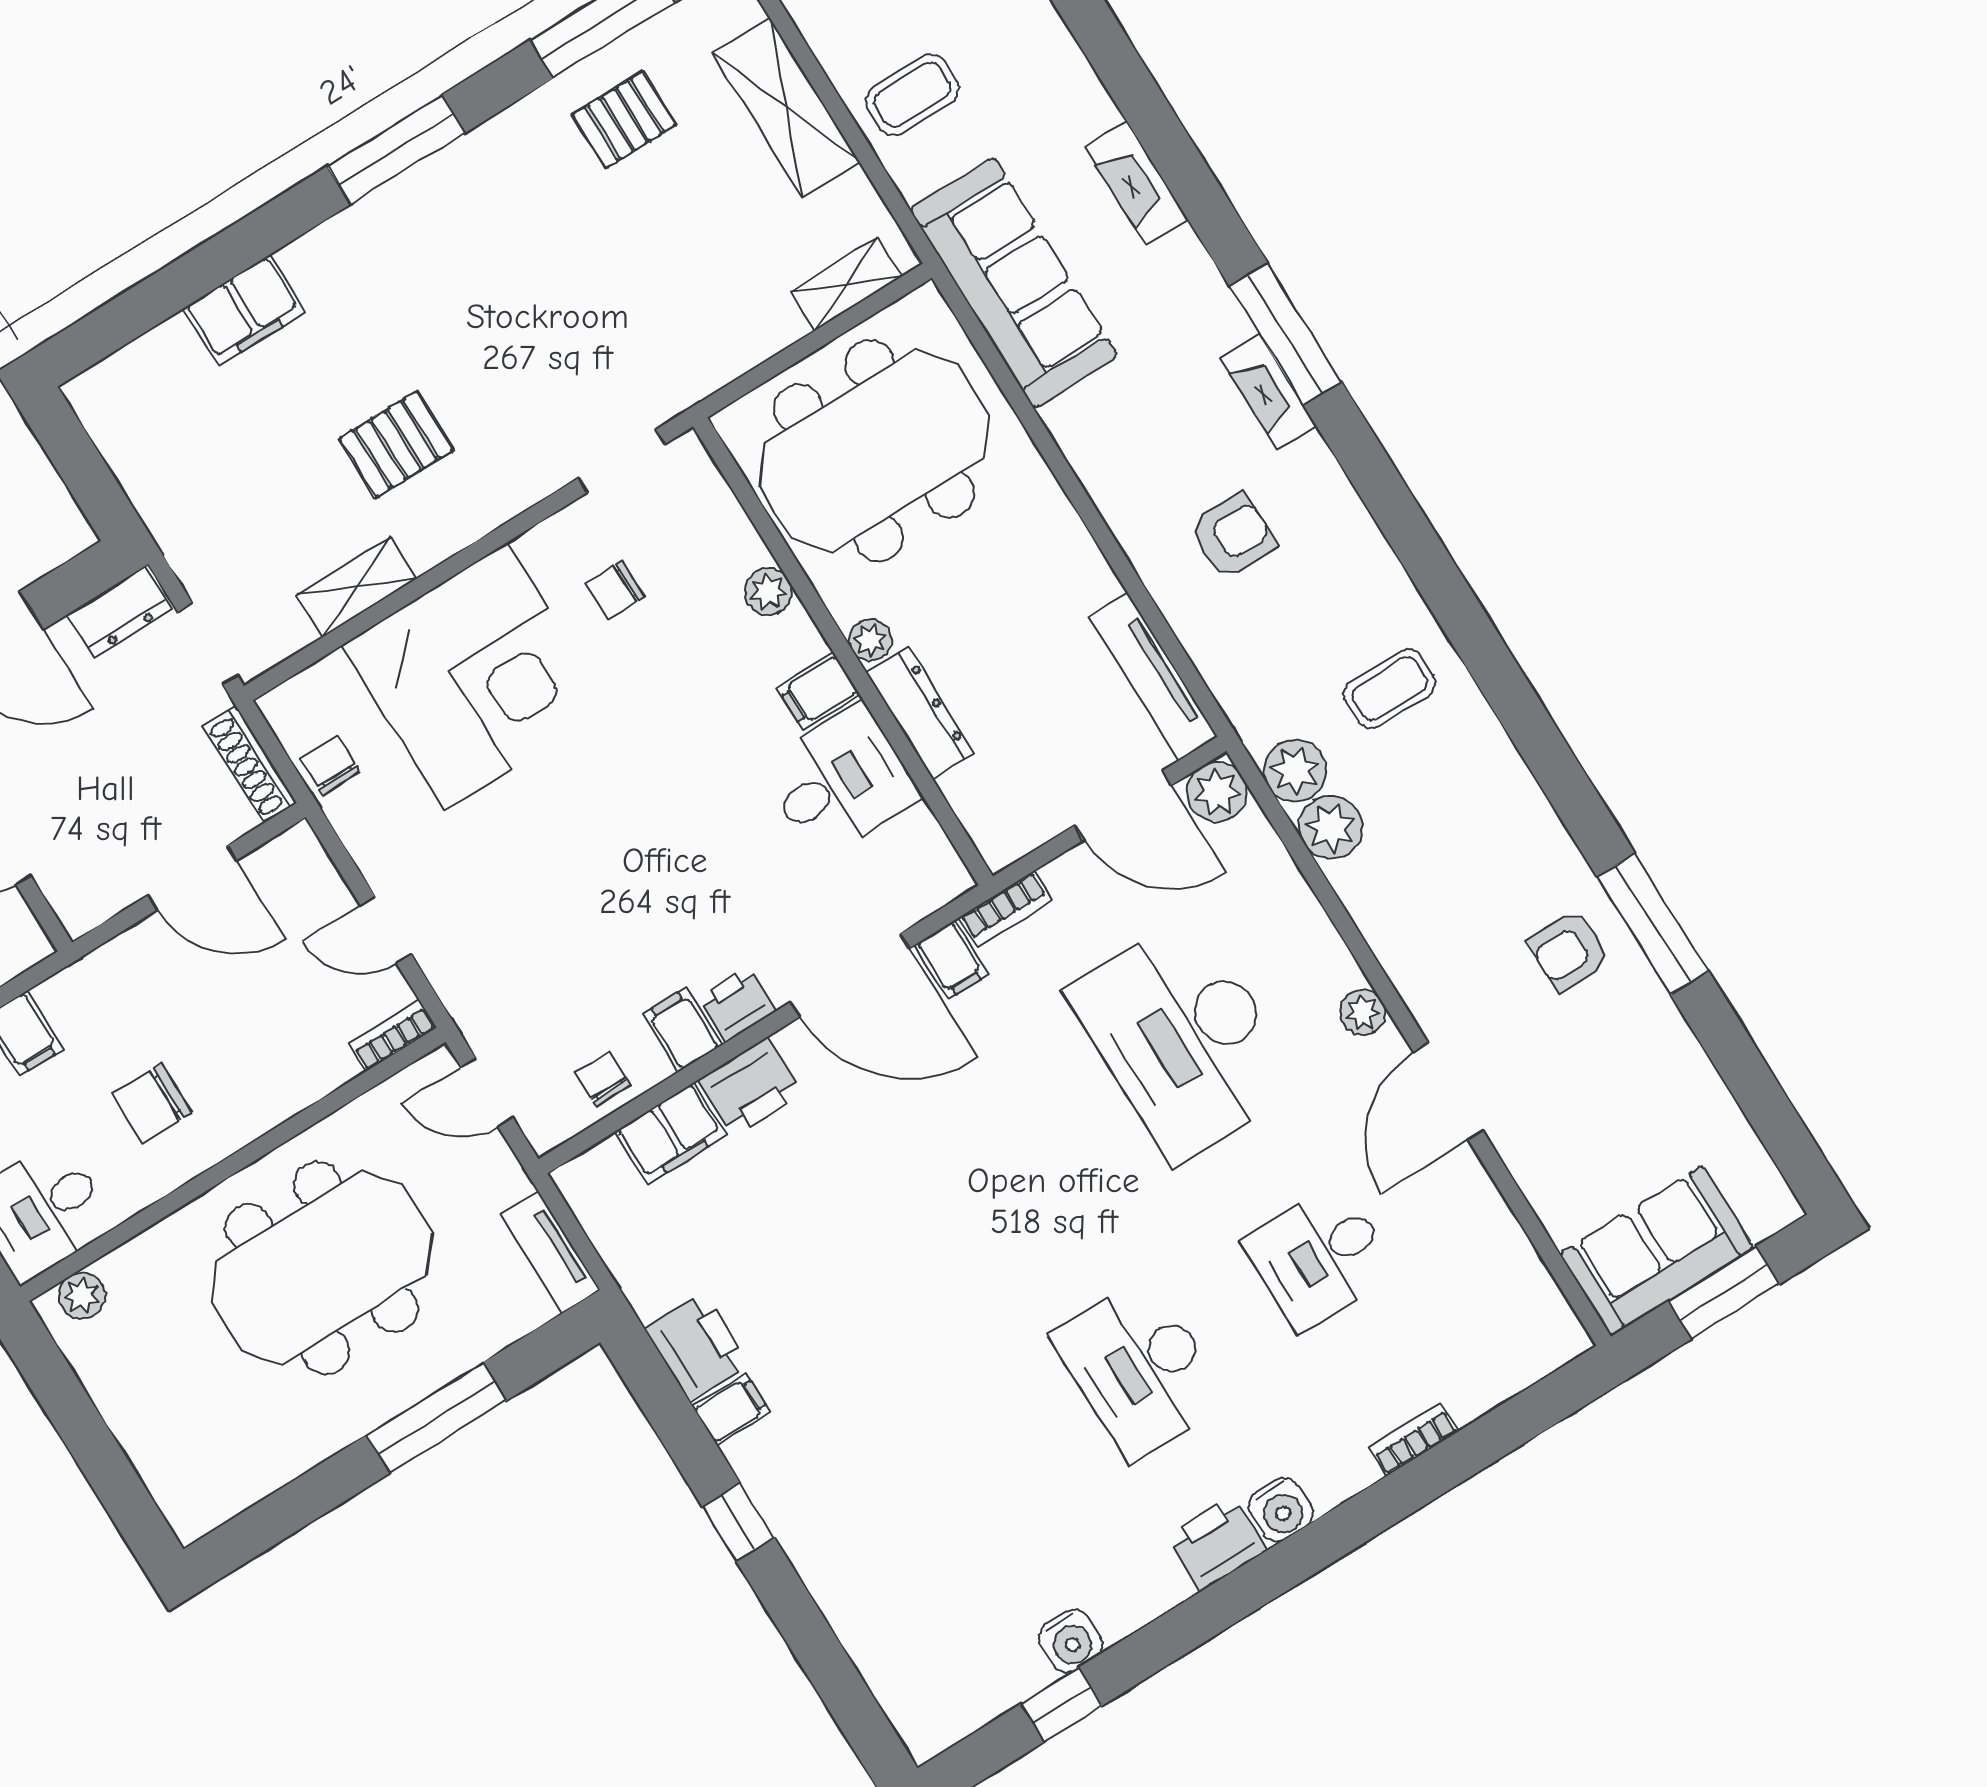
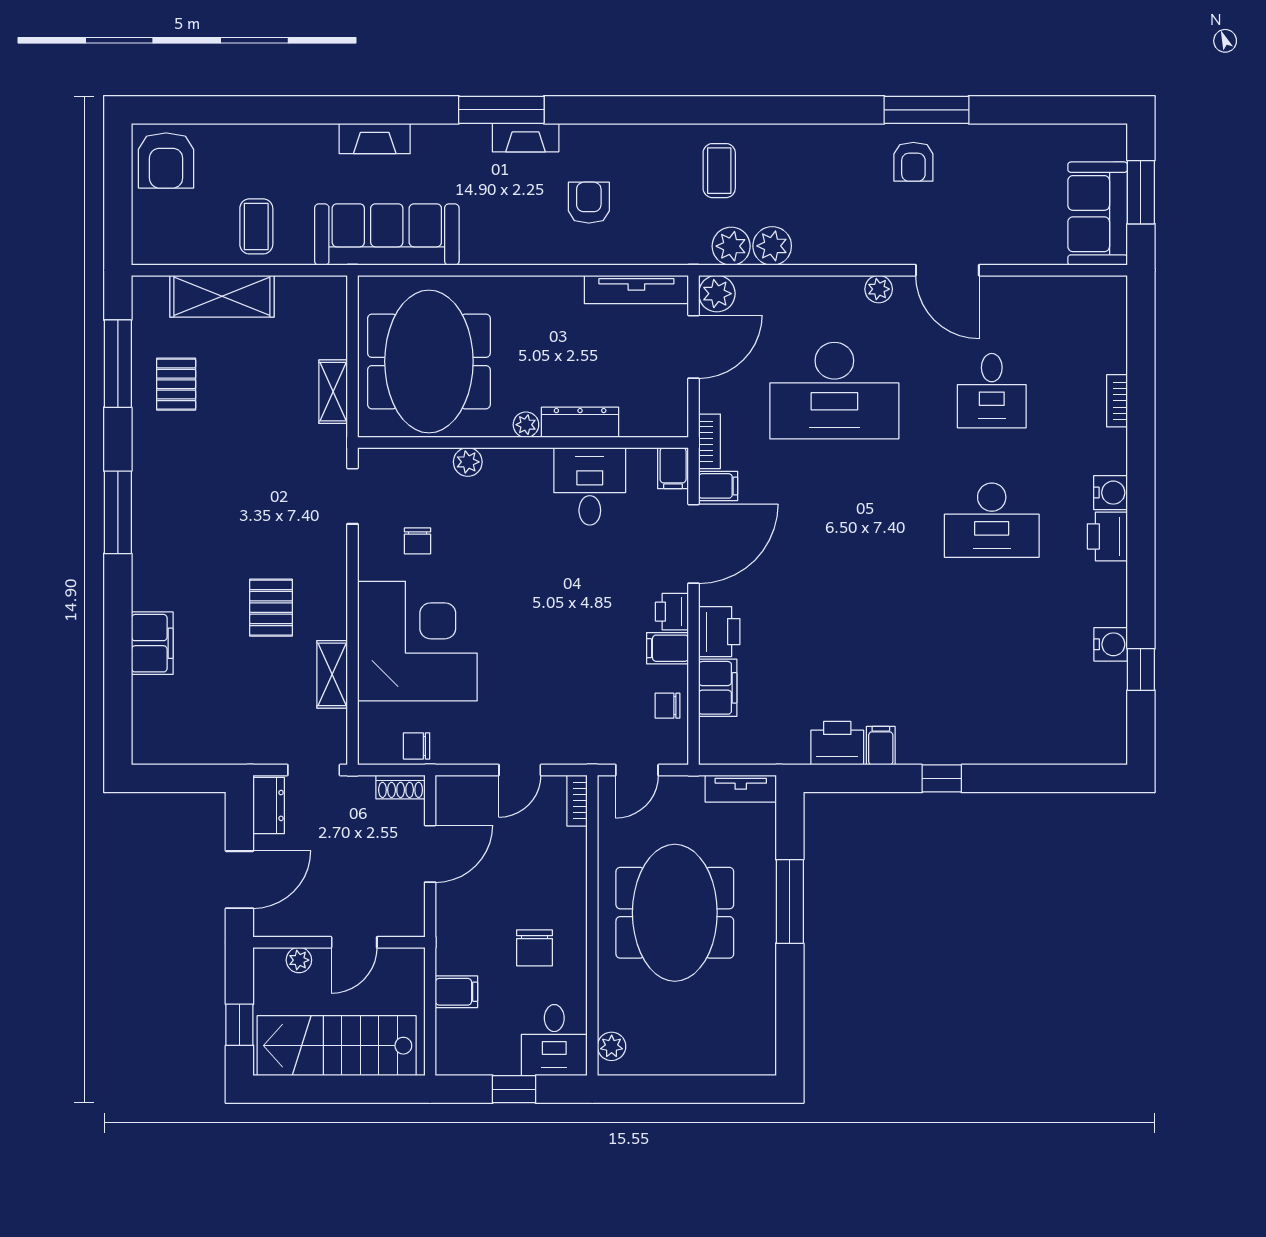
shelving: (846, 284) -> (333, 392), moved
filing cabinet: (818, 691) -> (673, 468), moved
shoe rack: (250, 764) -> (401, 787), width x0.70

